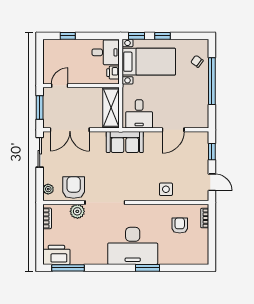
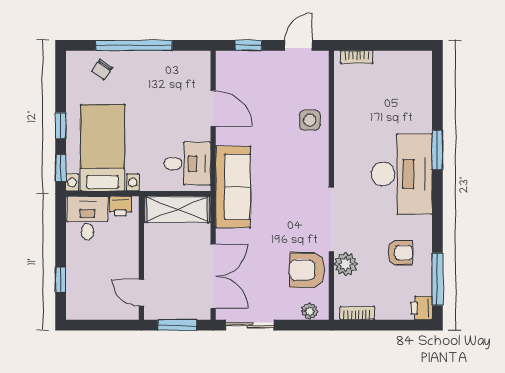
sofa: (125, 142) -> (233, 187), width x1.36
armchair: (180, 226) -> (400, 253), moved, turned 180
printer: (56, 255) -> (422, 308), width x0.53, depth x0.68

